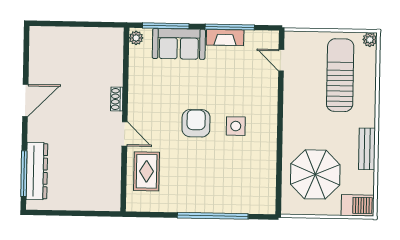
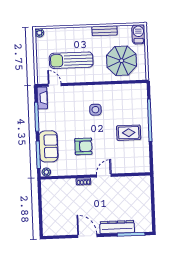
fireplace: (225, 38) -> (42, 98), moved
door: (281, 60) -> (55, 85), swing flipped
sun lounger: (340, 75) -> (71, 60), moved
armchair: (196, 123) -> (83, 146), moved, turned 180
dresser: (37, 171) -> (117, 227), moved
rug: (147, 171) -> (129, 133), moved

